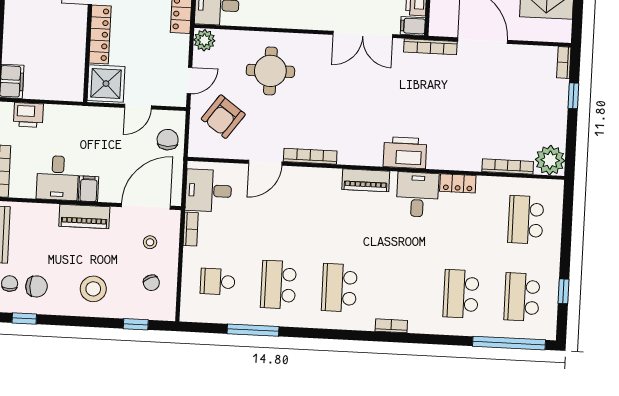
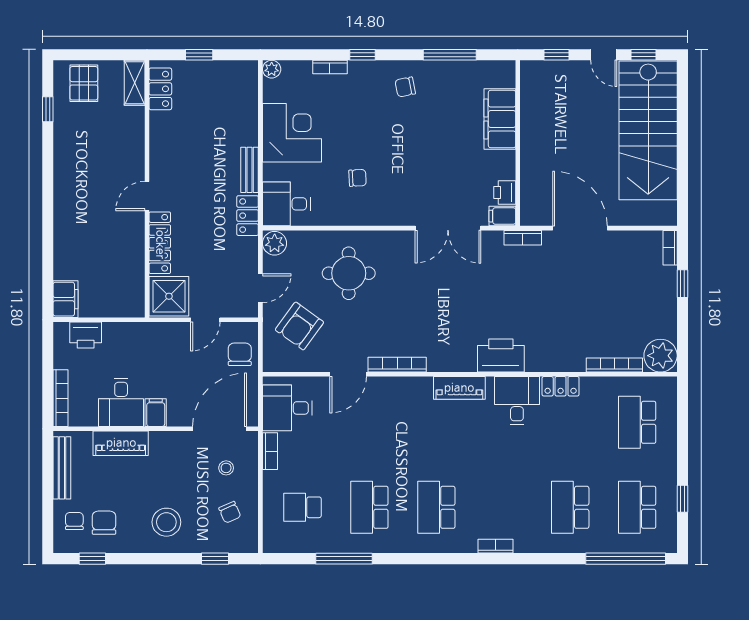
bookcase: (430, 47) -> (523, 238), width x0.64
piano: (84, 216) -> (121, 443), moved
chair: (36, 286) -> (104, 523), turned -90

